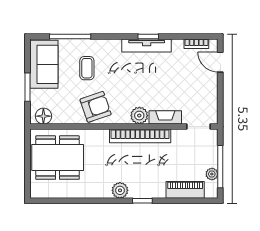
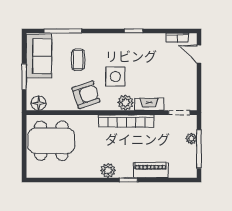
tv unit: (147, 46) -> (132, 39), removed
side table: (128, 87) -> (115, 77), added
plant: (212, 174) -> (191, 139), moved
piano: (185, 190) -> (151, 170), moved

